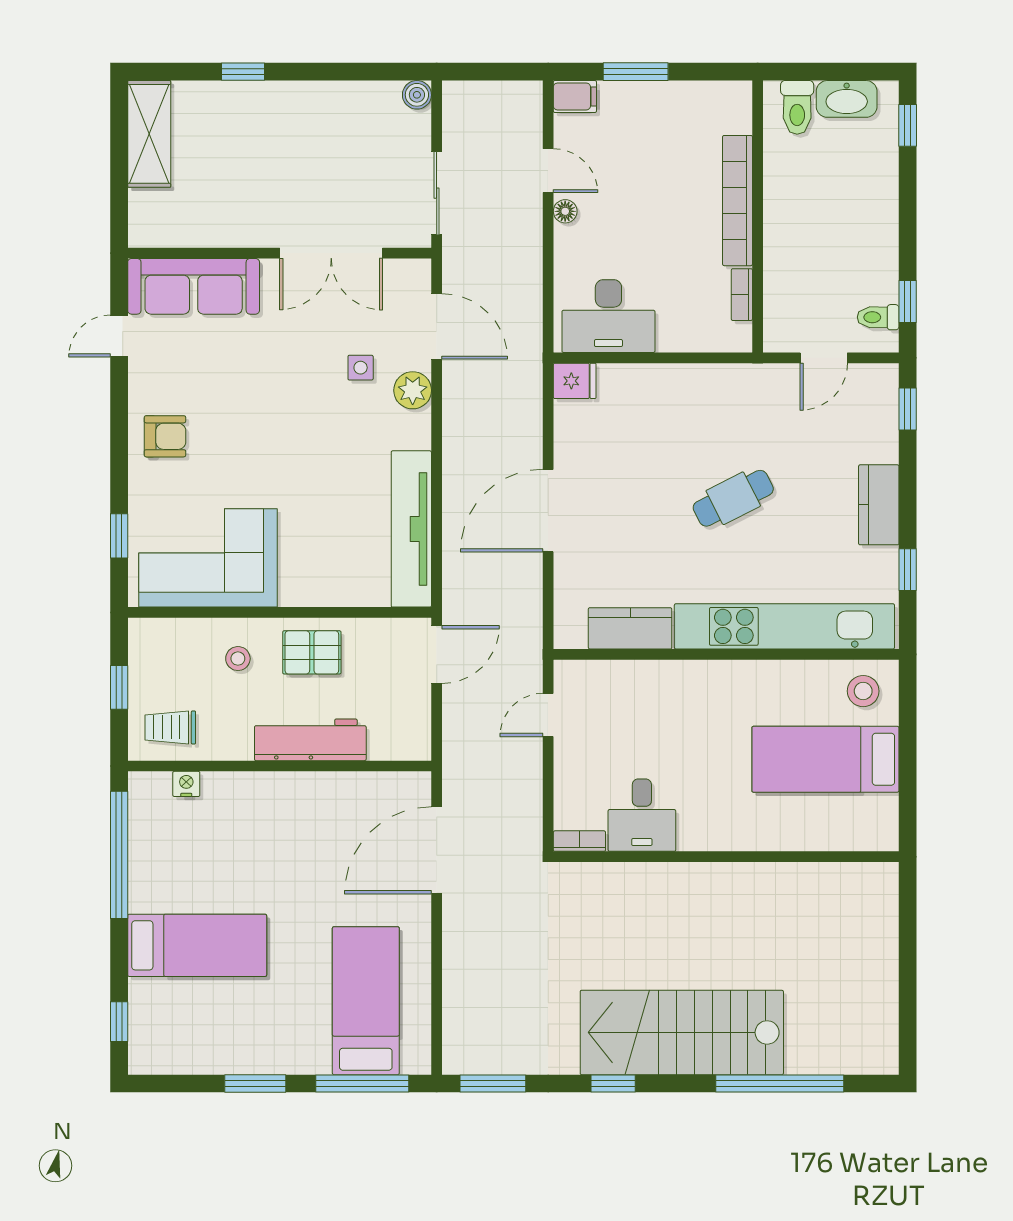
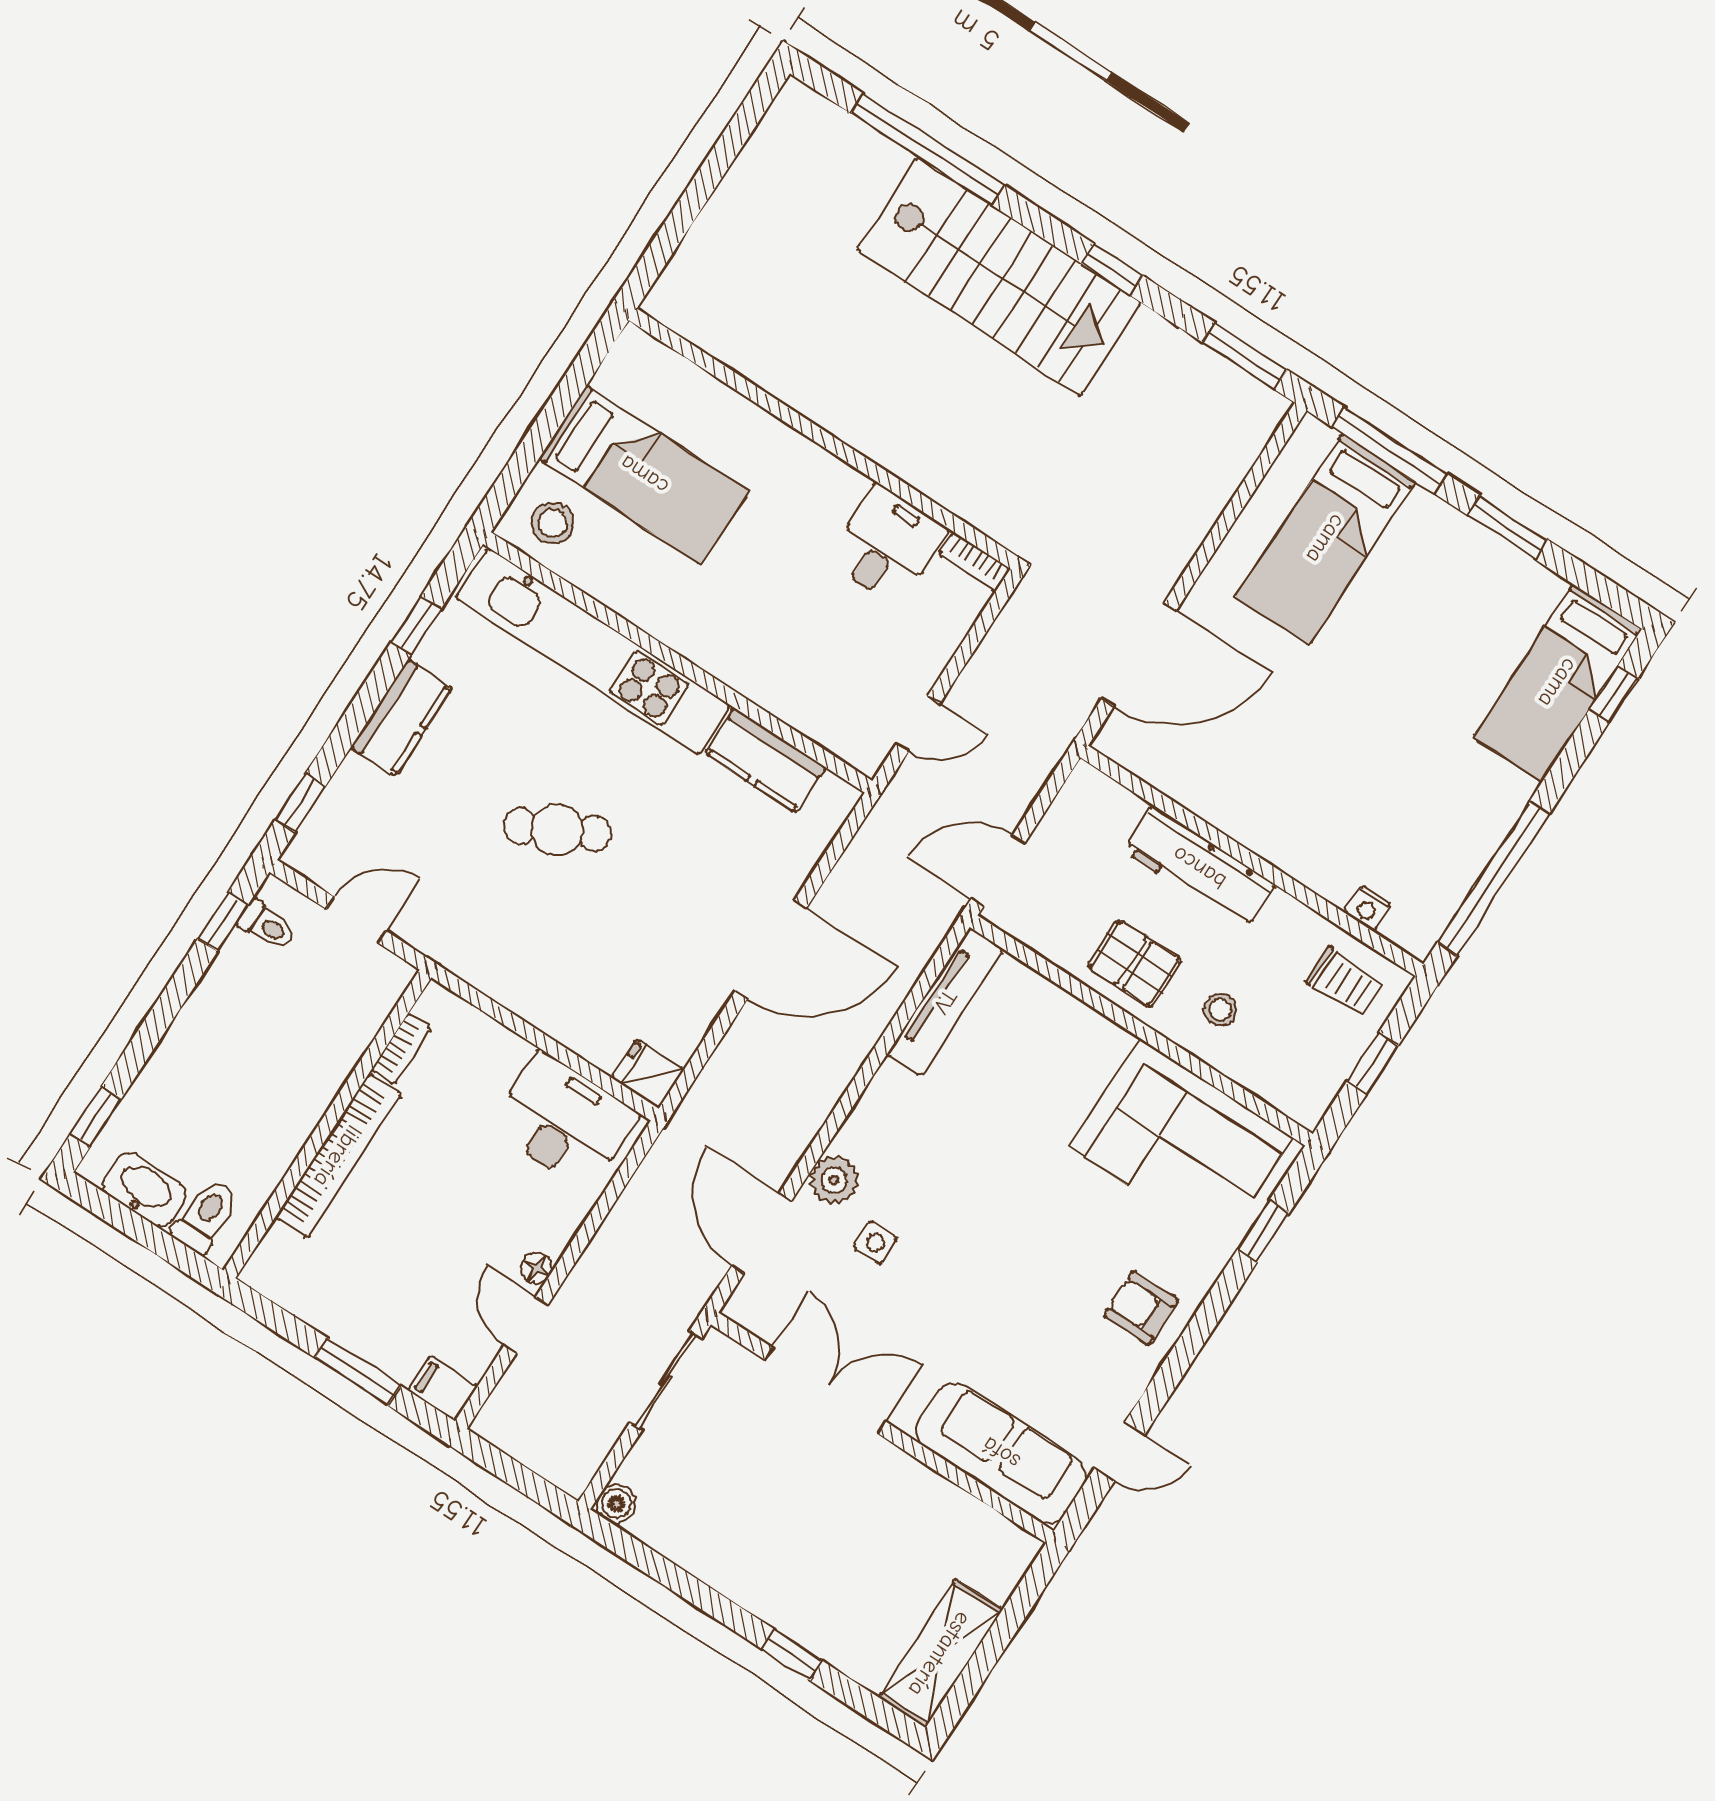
tv unit: (411, 529) -> (945, 1002), width x0.73, depth x0.78
bed: (197, 945) -> (1558, 683), moved, turned -90

